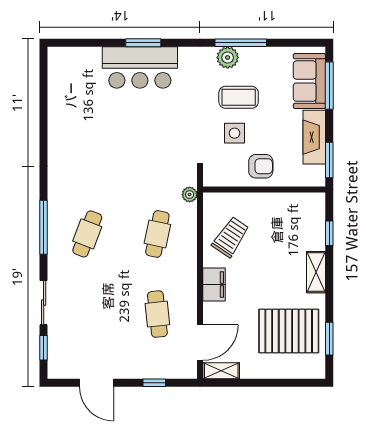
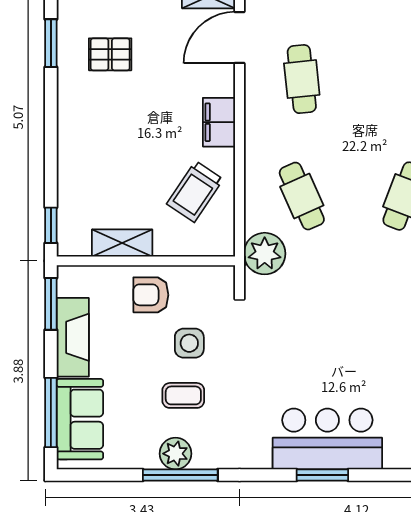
plant: (228, 58) -> (175, 454), moved
coffee table: (239, 97) -> (183, 395), width x0.73, depth x0.77
plant: (190, 195) -> (265, 254), width x1.88, depth x1.88
window: (329, 233) -> (51, 225), moved
cafe table: (157, 234) -> (302, 196), turned -36
shelving: (316, 272) -> (122, 243), moved, turned 90
pallet: (289, 331) -> (110, 54), width x0.49, depth x0.50

